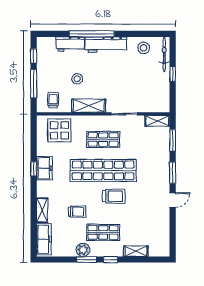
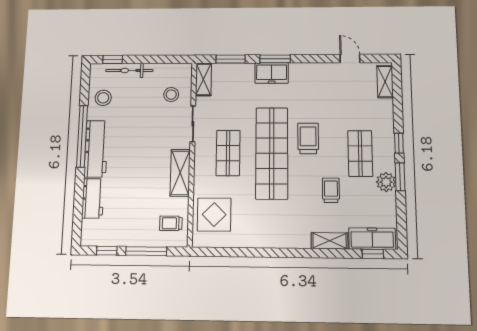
window: (92, 34) -> (82, 136), moved
bicycle: (164, 54) -> (129, 70), moved
window: (173, 74) -> (113, 60), moved
stool: (77, 79) -> (171, 95), moved
freezer: (44, 168) -> (272, 73), moved, turned 180
window: (34, 169) -> (373, 254), moved
door: (173, 200) -> (350, 59), moved
shelving: (136, 251) -> (385, 81), moved

